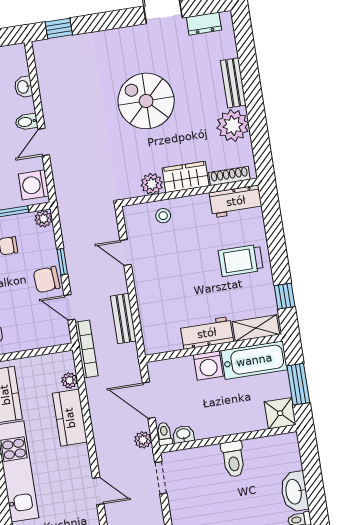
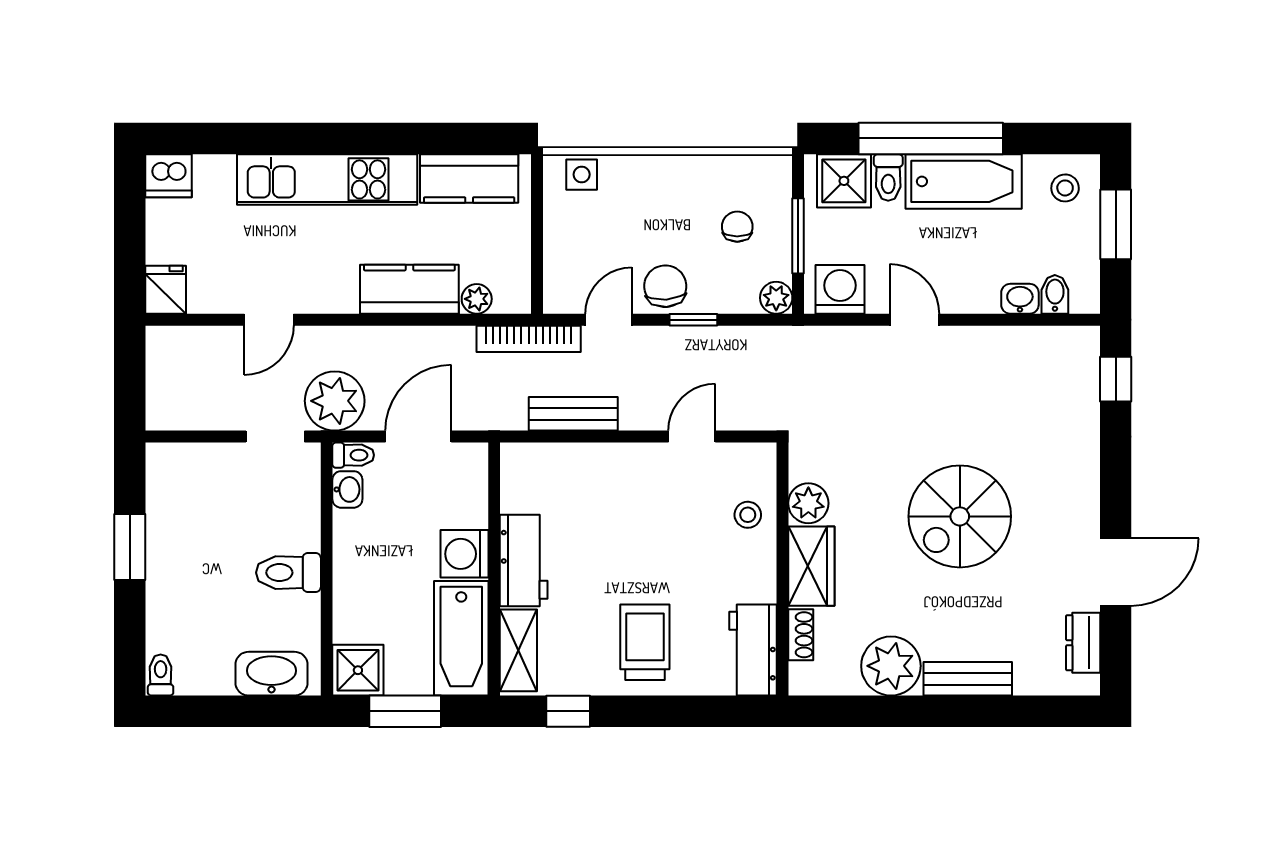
spiral stairs: (146, 101) -> (960, 516), turned 180
bidet: (26, 122) -> (1055, 294), moved
shoe rack: (229, 176) -> (801, 635), width x0.70
plant: (143, 440) -> (335, 401), width x1.88, depth x1.88
washbasin: (294, 492) -> (271, 674), moved

